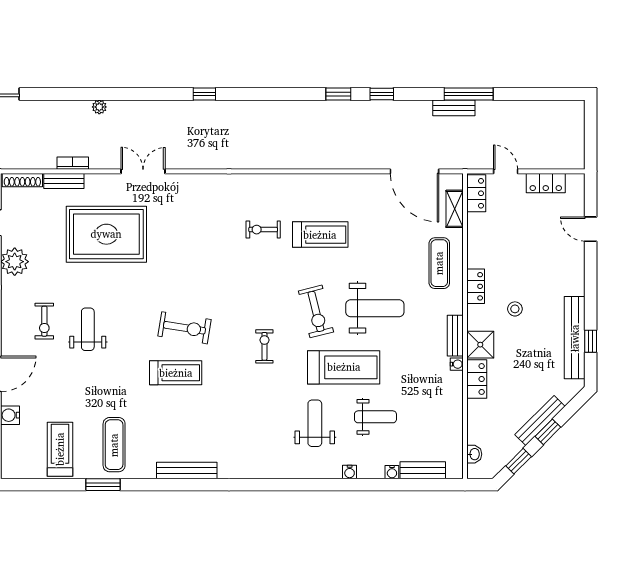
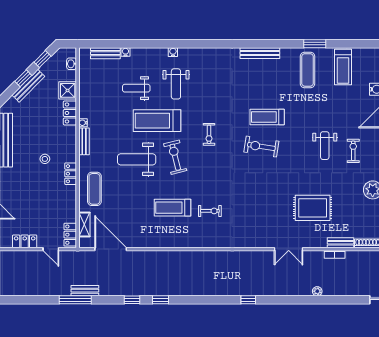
rug: (106, 234) -> (313, 208), width x0.73, depth x0.69
shower: (480, 345) -> (68, 90), moved
water cooler: (350, 472) -> (173, 52), moved

